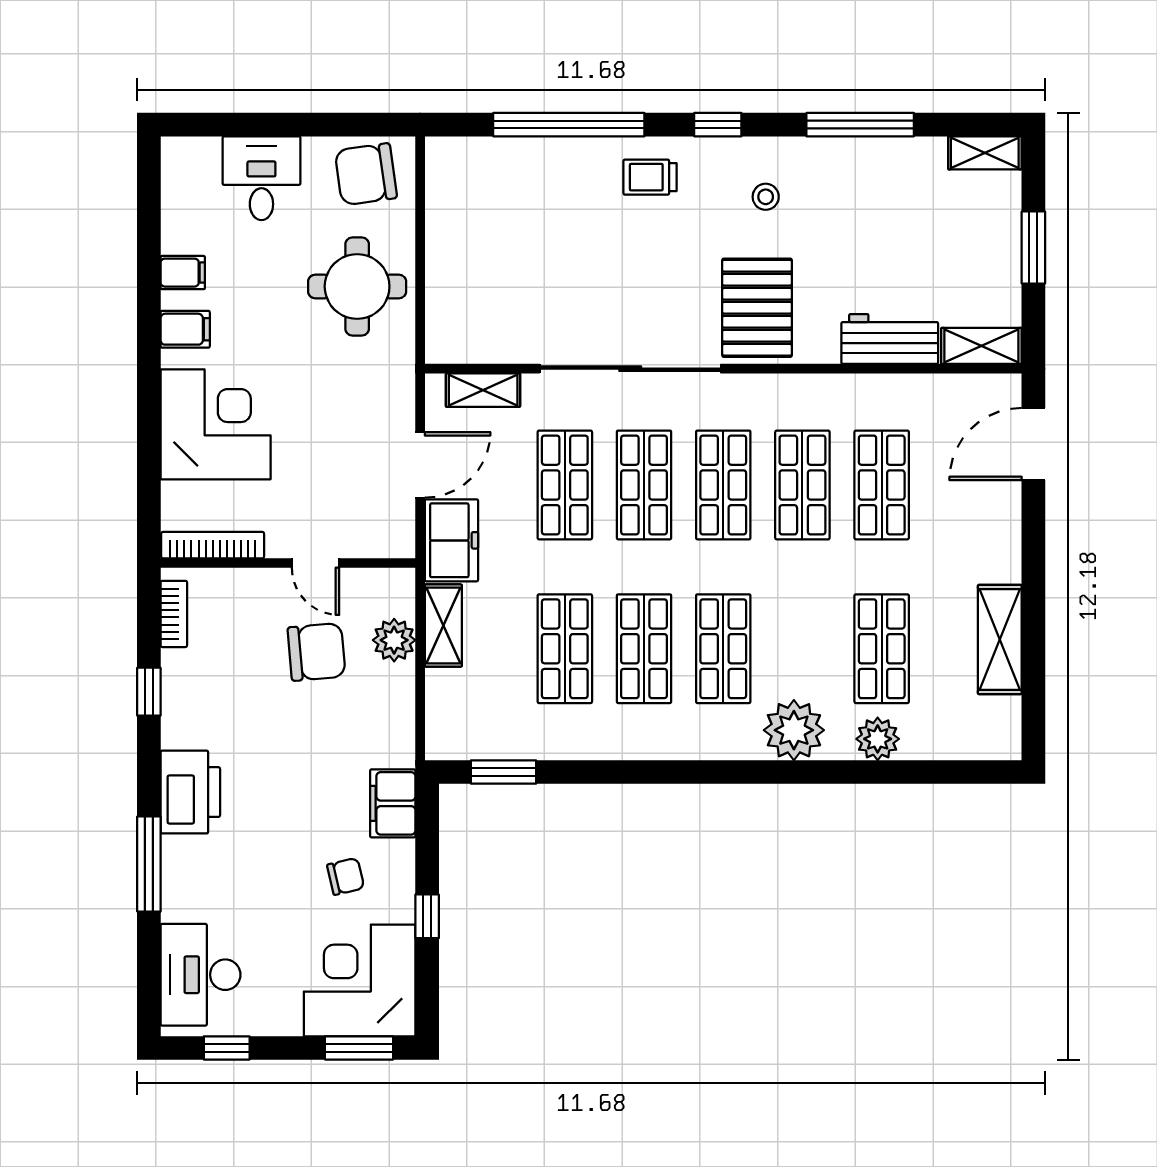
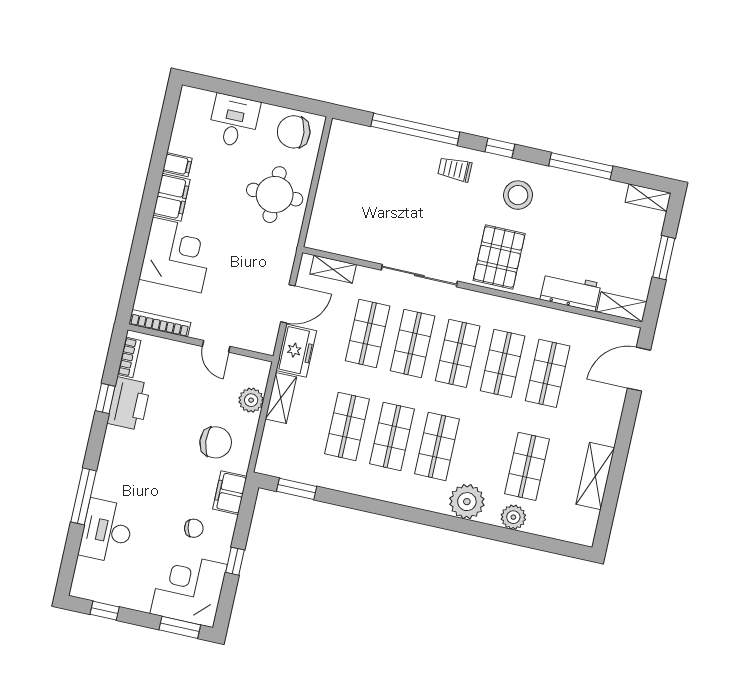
stool: (766, 197) -> (518, 195), width x1.89, depth x1.89
filing cabinet: (185, 329) -> (172, 197), width x2.00
sliding door: (630, 369) -> (419, 276), width x0.73
chair: (317, 652) -> (216, 442), moved
printer: (190, 792) -> (129, 404), moved
desk: (200, 975) -> (107, 531), moved

